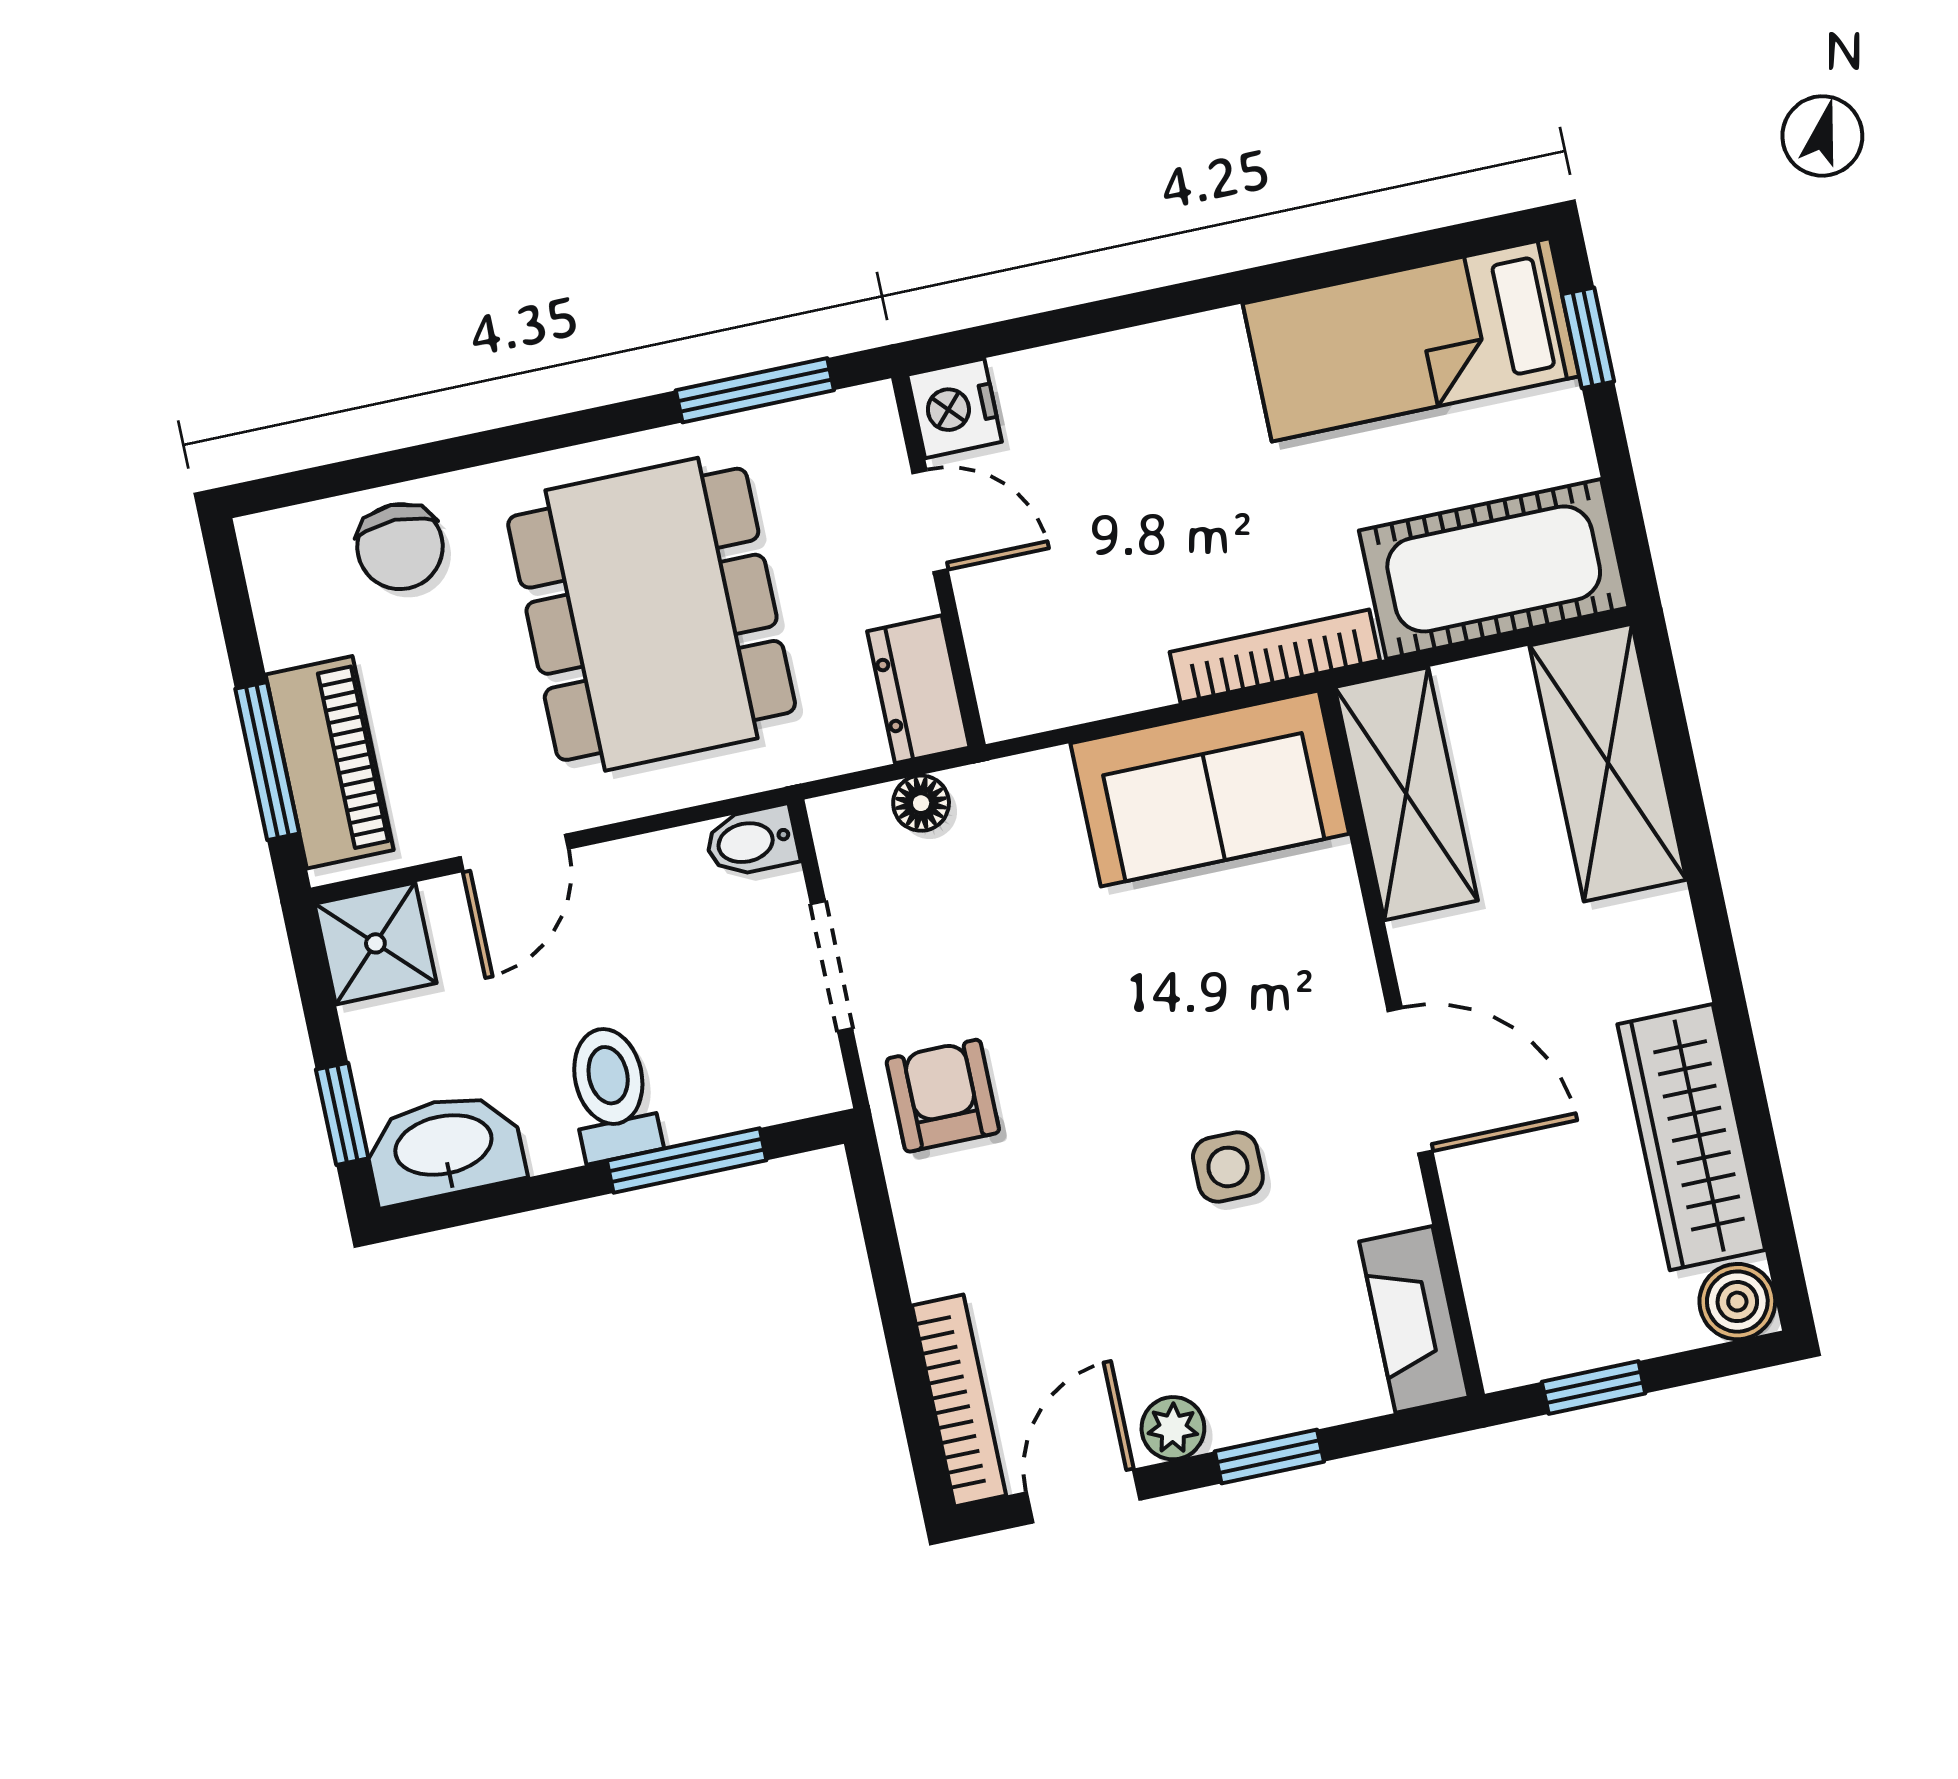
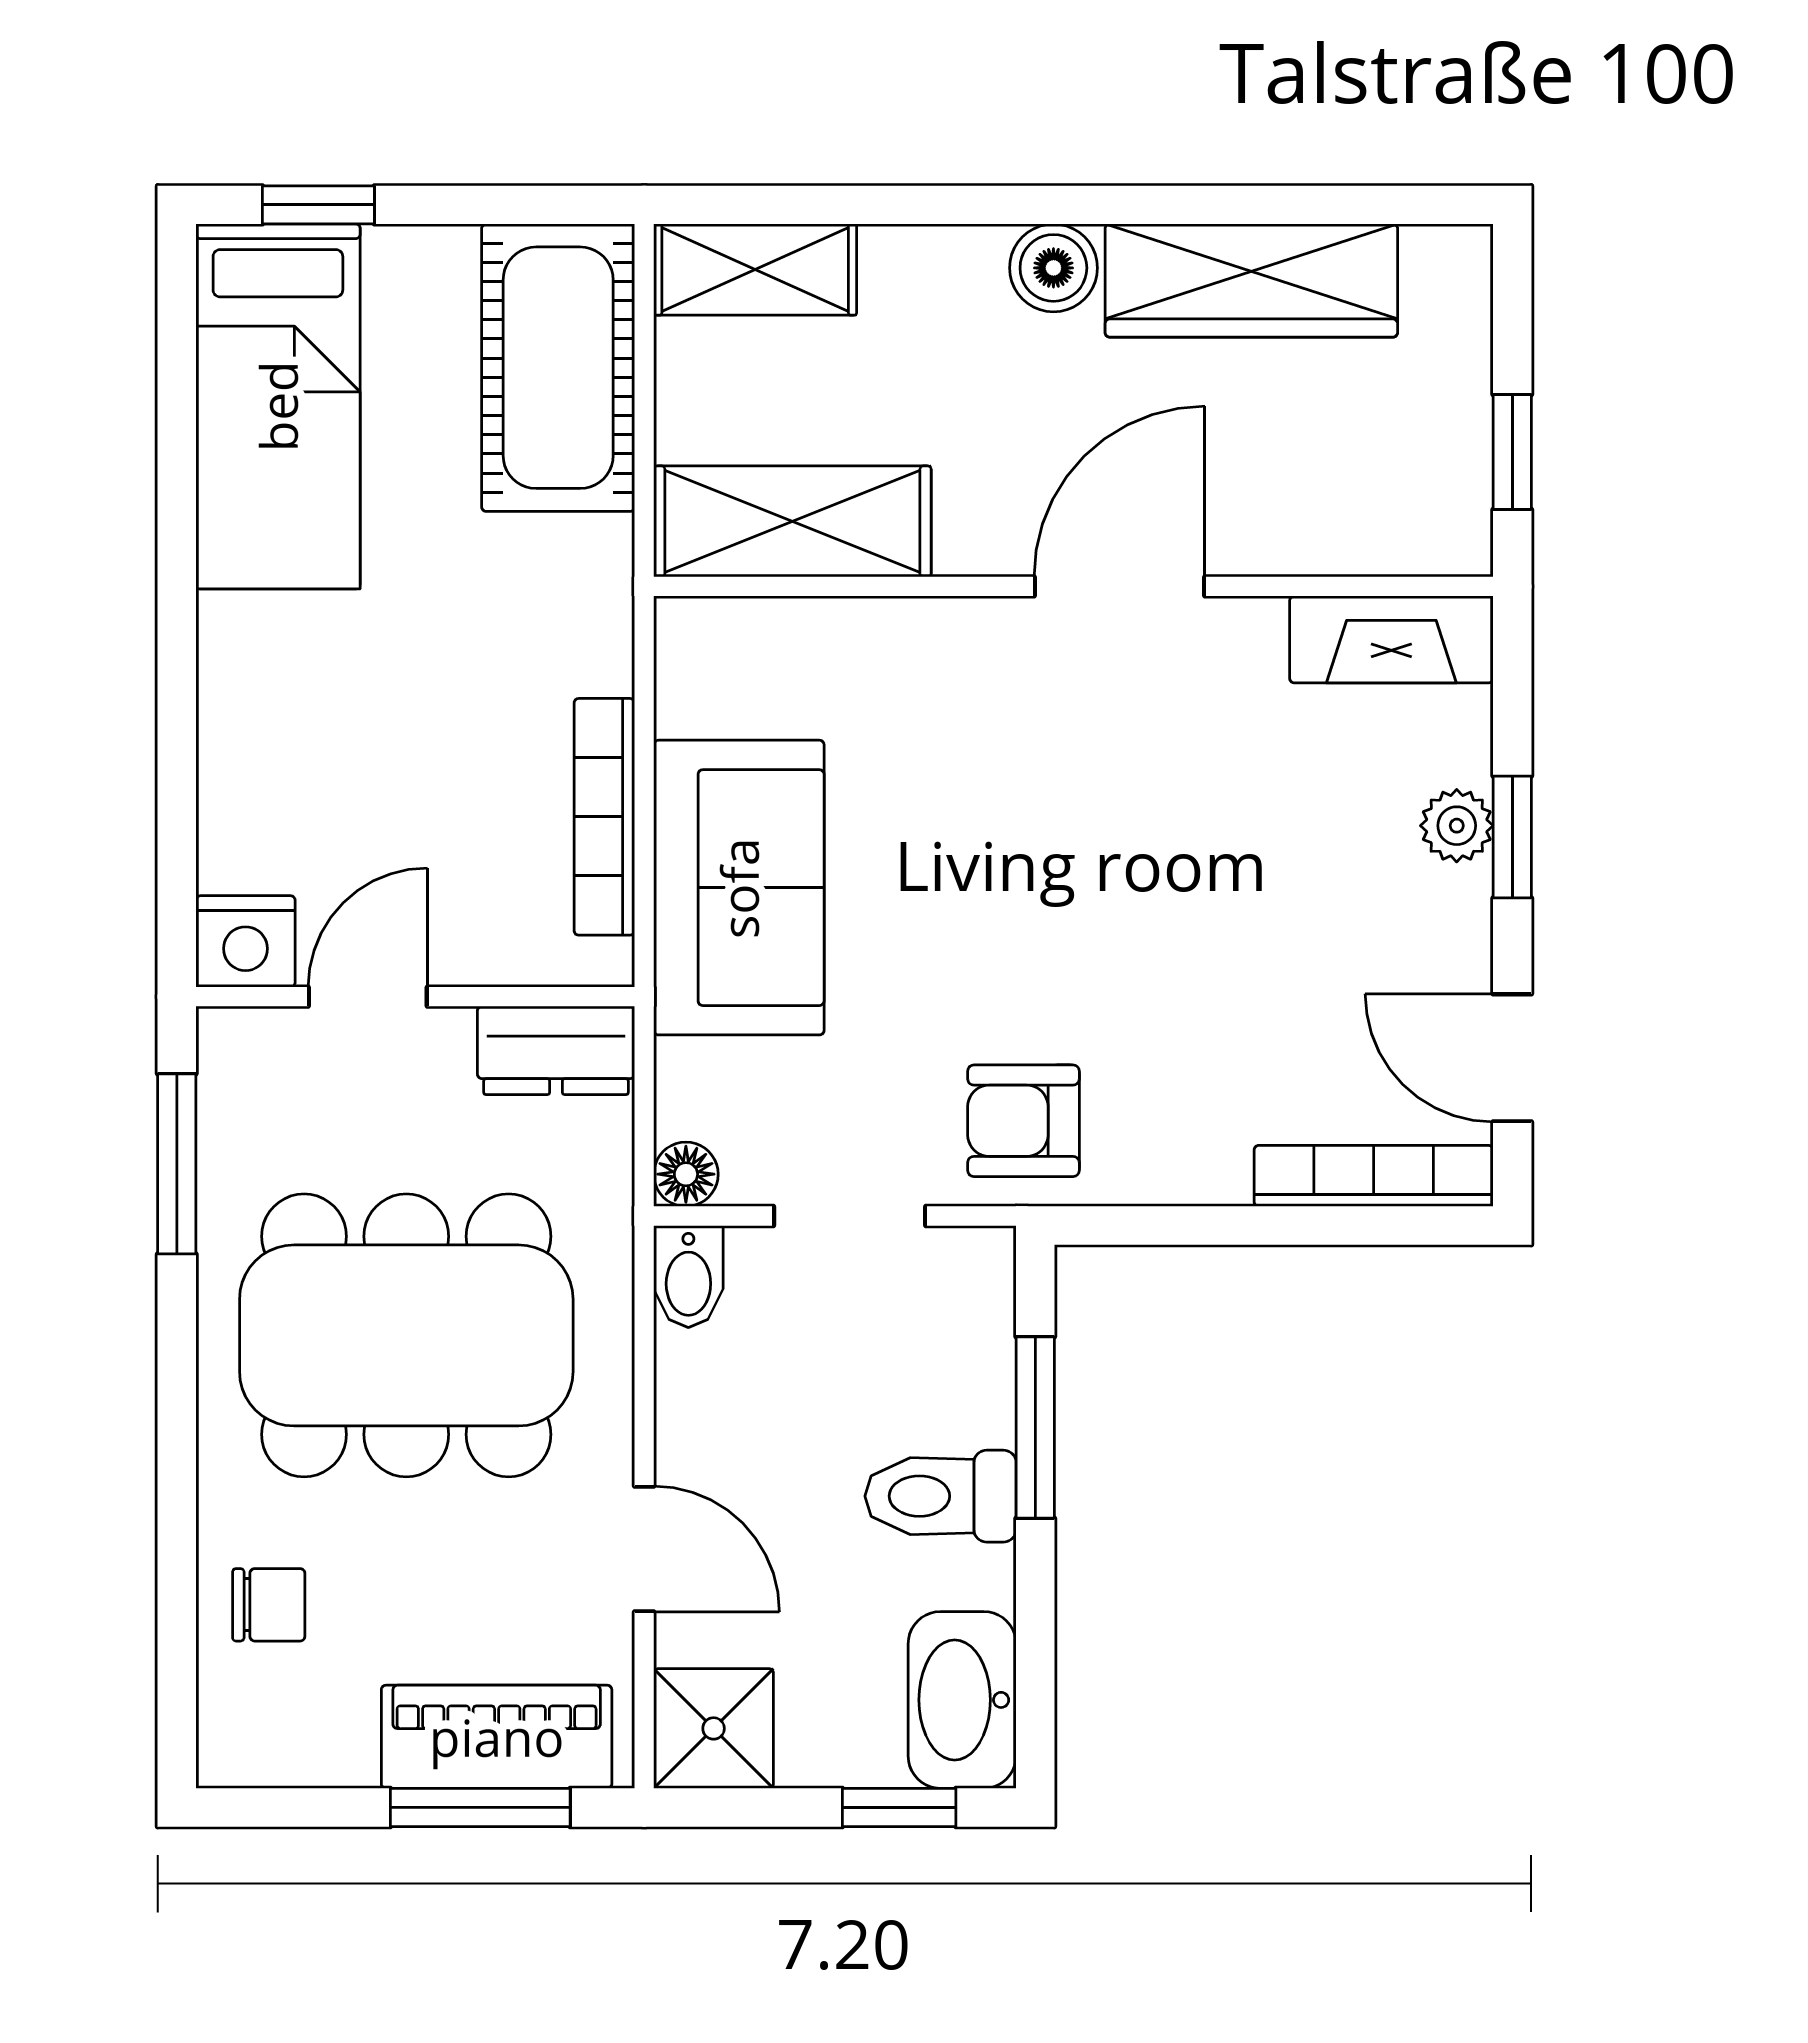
chair: (400, 547) -> (269, 1605), width x0.73, depth x0.73
bookcase: (1275, 656) -> (604, 817), moved
shelving: (1608, 763) -> (755, 270), width x0.67, depth x0.75
sofa: (1210, 788) -> (739, 888), moved
floor lamp: (921, 803) -> (686, 1174), moved
side table: (1228, 1167) -> (1173, 814), removed
boiler: (1737, 1302) -> (1053, 268), moved
plant: (1173, 1428) -> (1457, 826), moved

